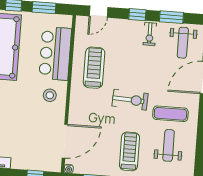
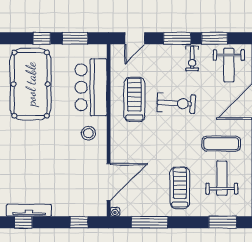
window: (137, 15) -> (177, 38), width x1.50
exercise bike: (130, 100) -> (176, 103), moved

